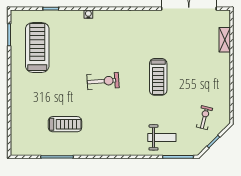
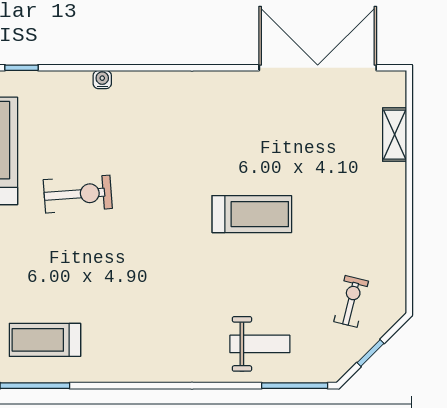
treadmill: (158, 77) -> (252, 214), turned -90
exercise bike: (103, 81) -> (78, 194), moved
treadmill: (65, 124) -> (45, 340), moved, turned 180

